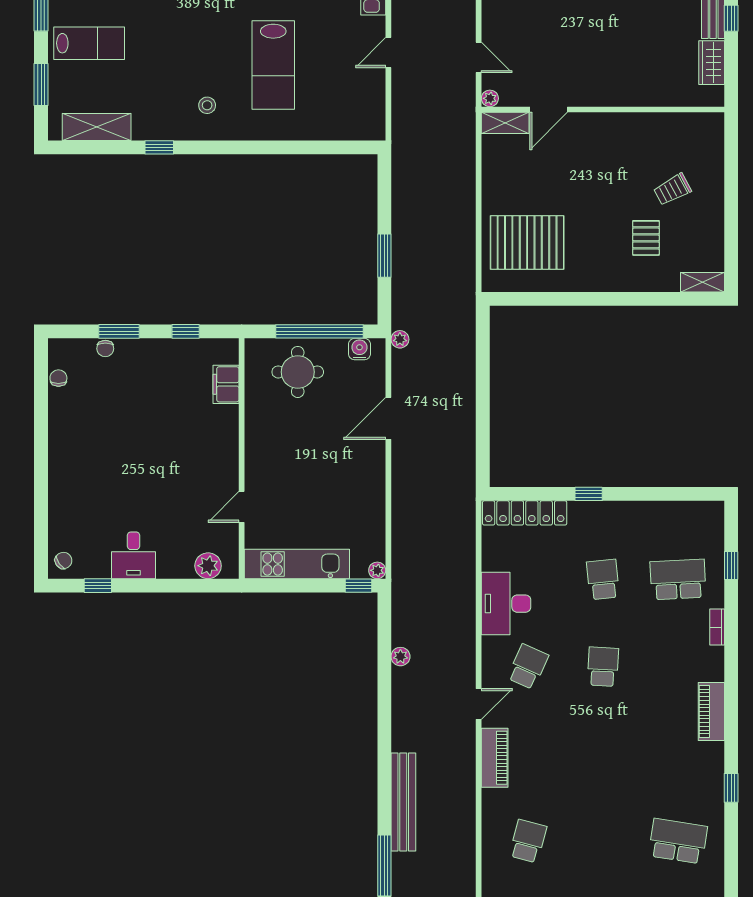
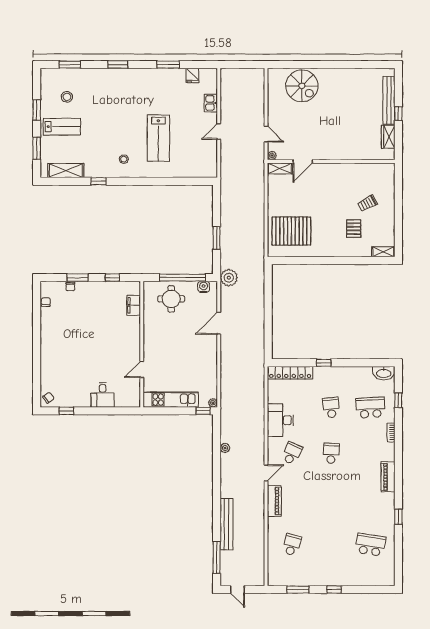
plant: (400, 339) -> (229, 278), width x1.88, depth x1.88
washbasin: (703, 514) -> (384, 373), added
desk: (134, 555) -> (103, 395), moved
plant: (208, 566) -> (124, 400), removed

